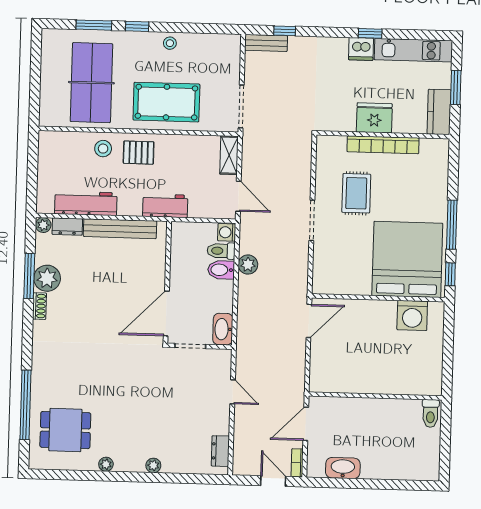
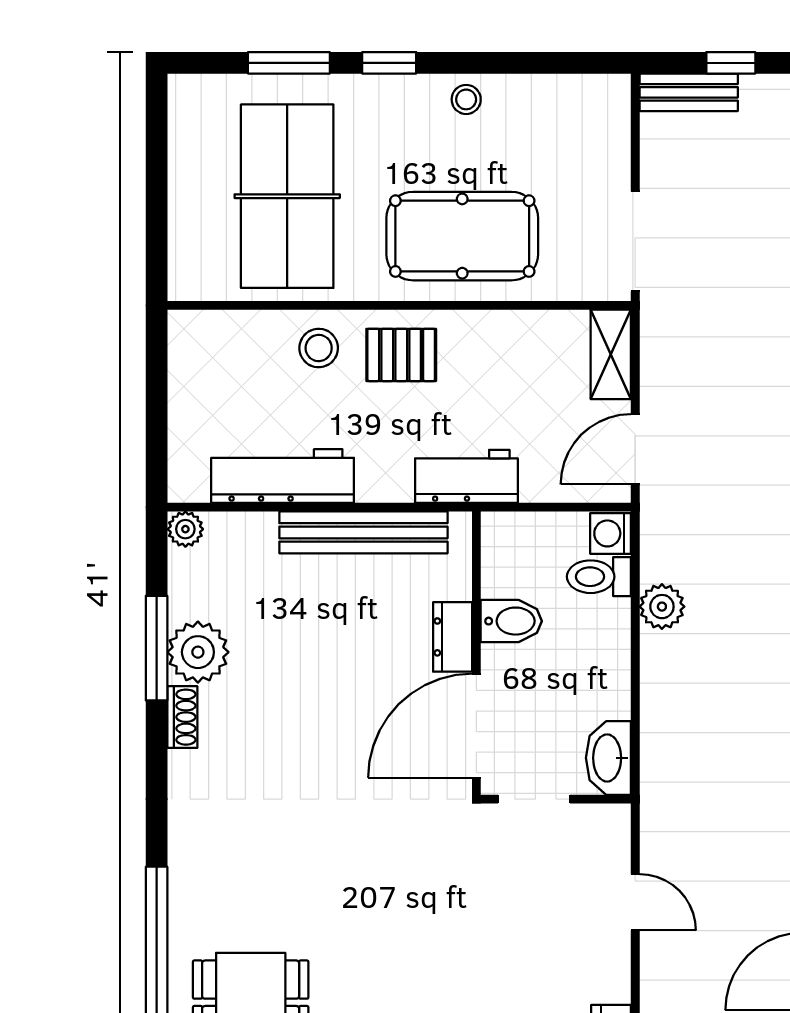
door: (238, 196) -> (635, 449), swing flipped
dresser: (67, 227) -> (453, 637), moved, turned 90
bidet: (221, 270) -> (511, 621), moved, turned 180

